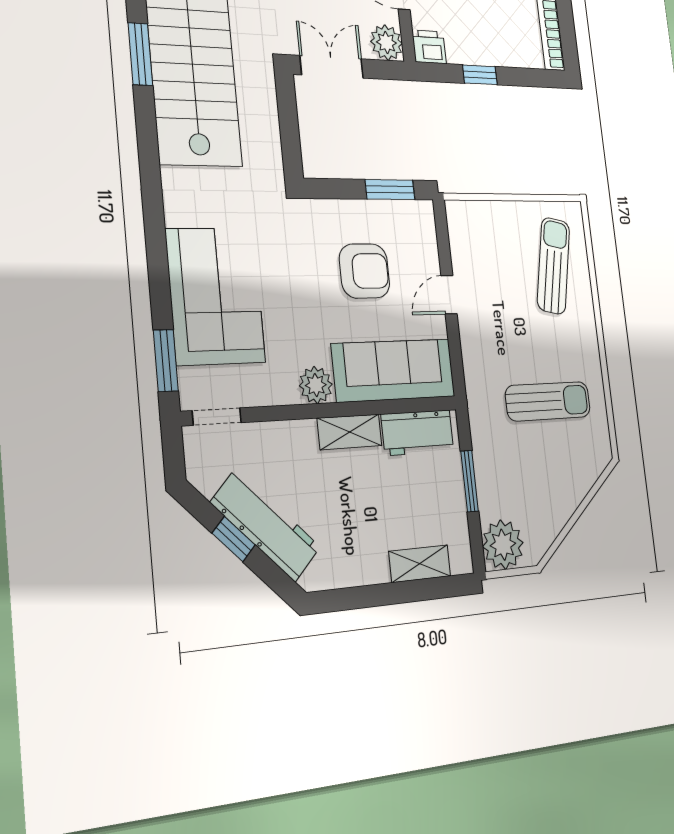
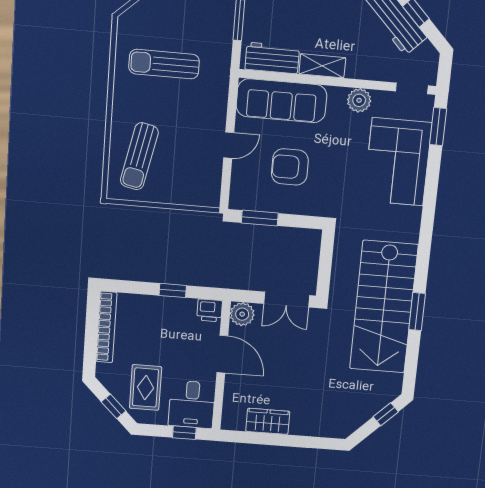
plant: (316, 385) -> (359, 100), moved

